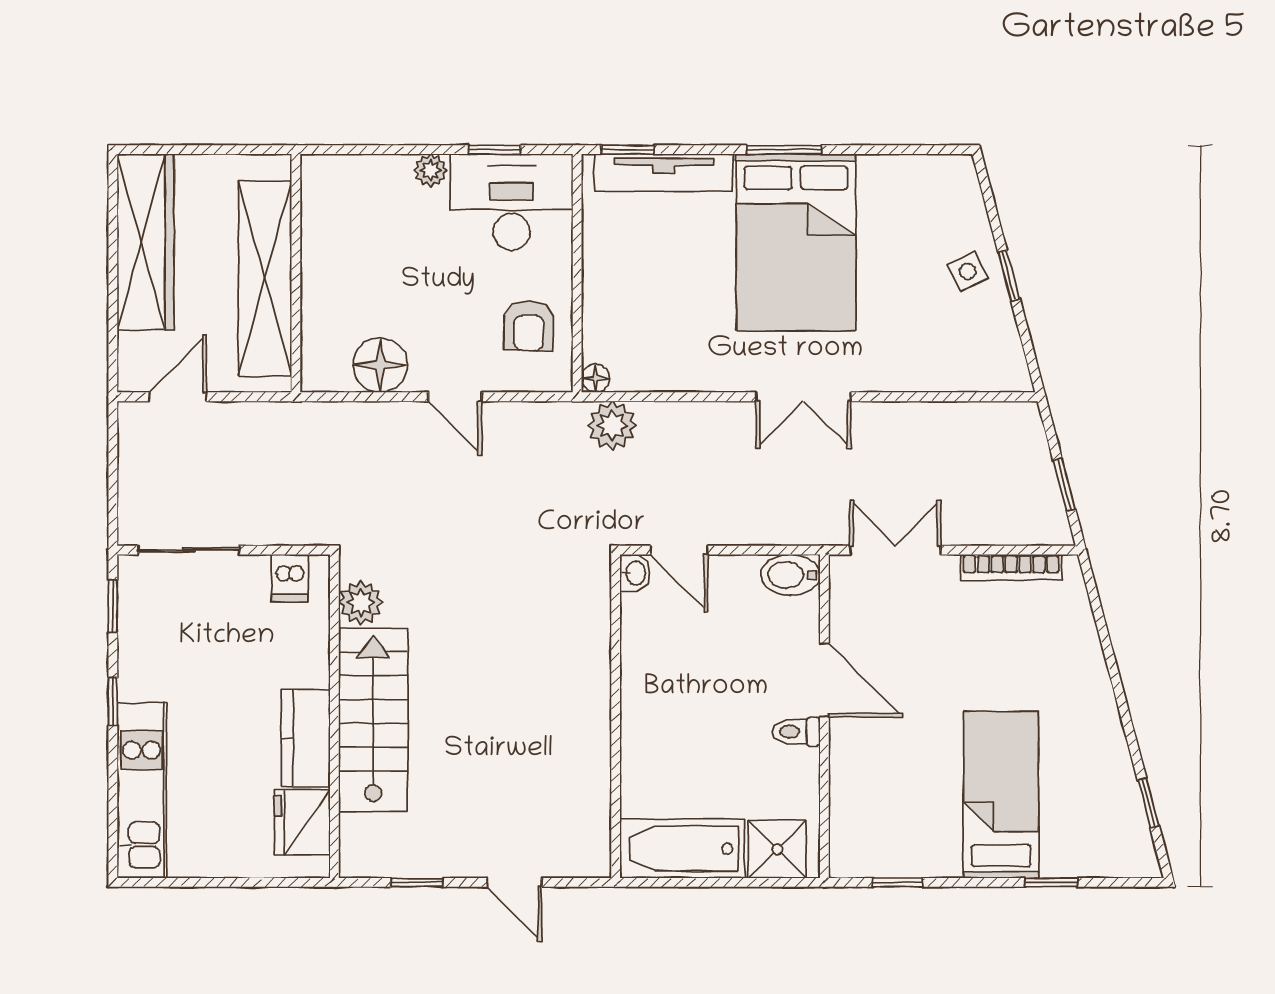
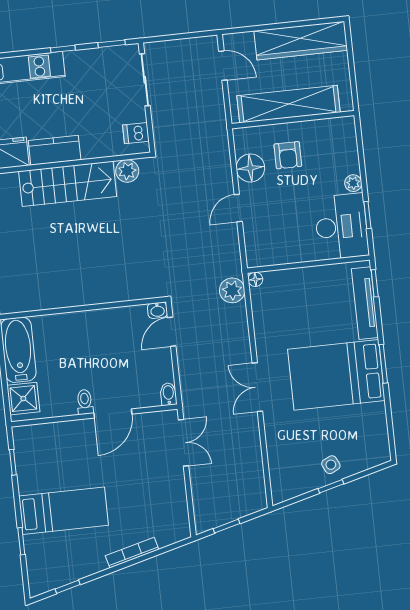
armchair: (529, 326) -> (288, 155), moved, turned -91
bookcase: (1011, 567) -> (132, 553), moved, turned 75
bidet: (790, 575) -> (168, 394), width x0.72, depth x0.74

